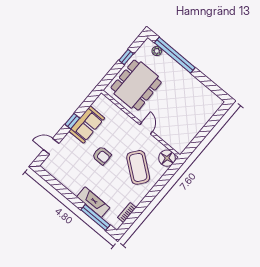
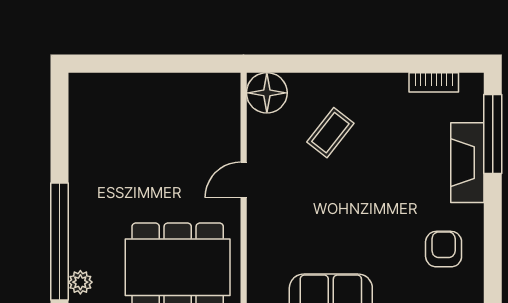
armchair: (102, 156) -> (444, 249), moved
coffee table: (138, 167) -> (330, 133), width x0.54, depth x0.58

